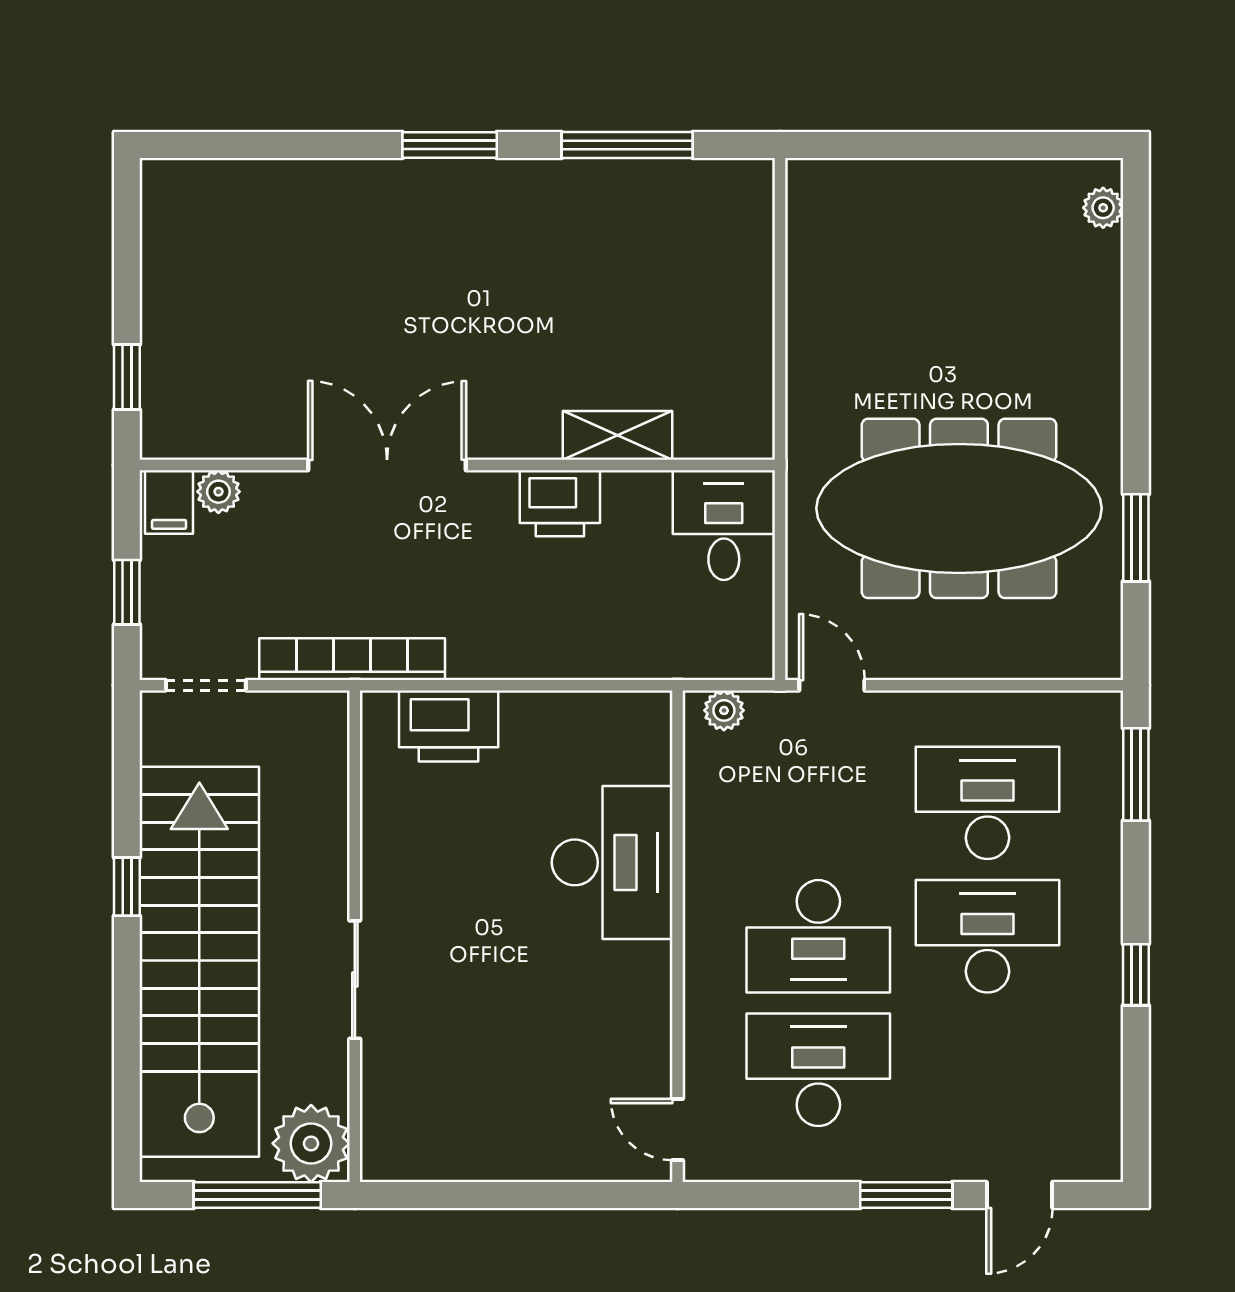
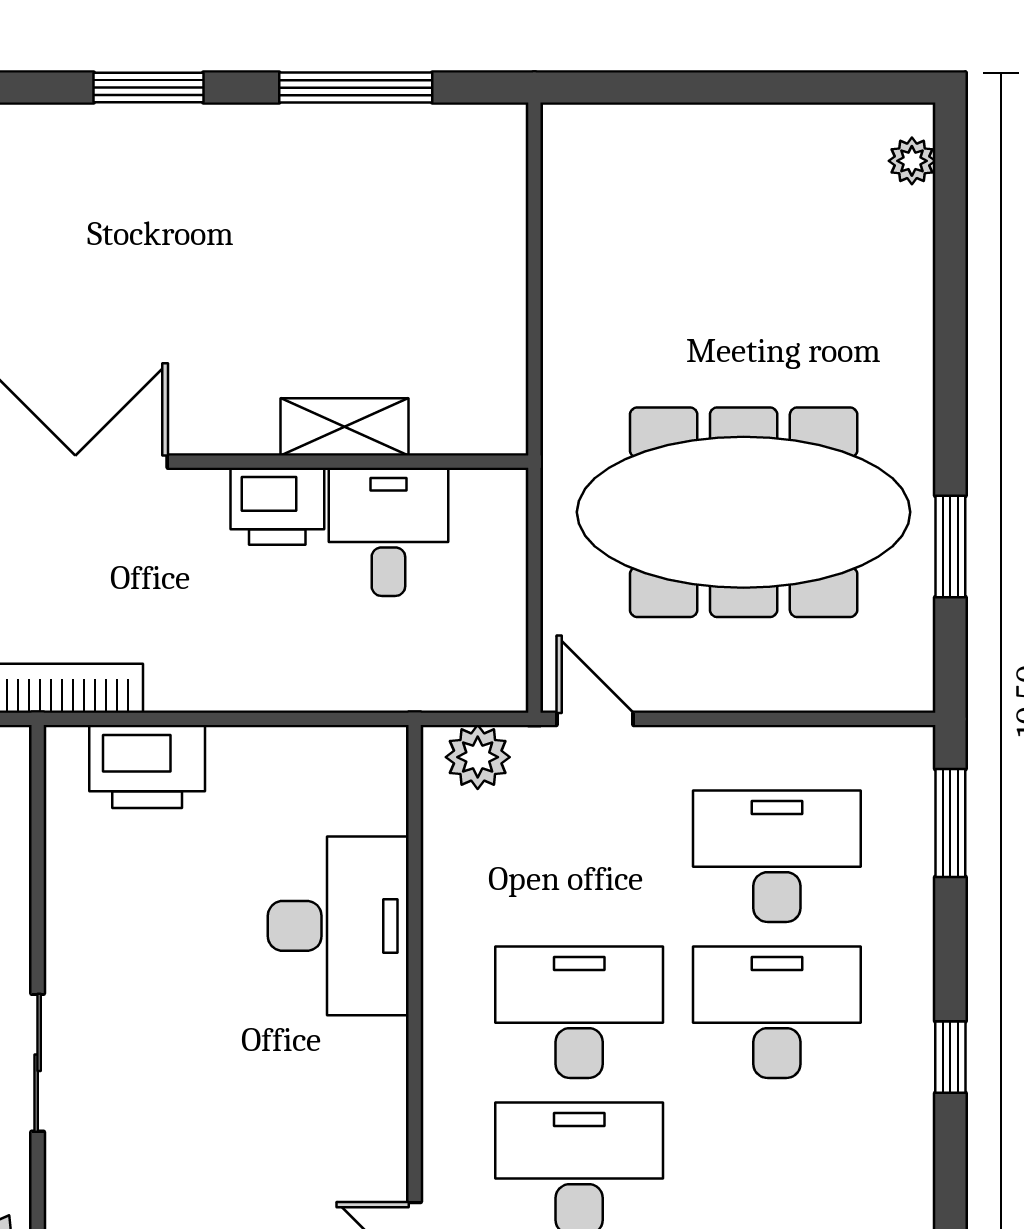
desk: (724, 525) -> (388, 532), moved
plant: (724, 710) -> (478, 757), width x1.38, depth x1.38
desk: (818, 936) -> (579, 1012), turned 180

